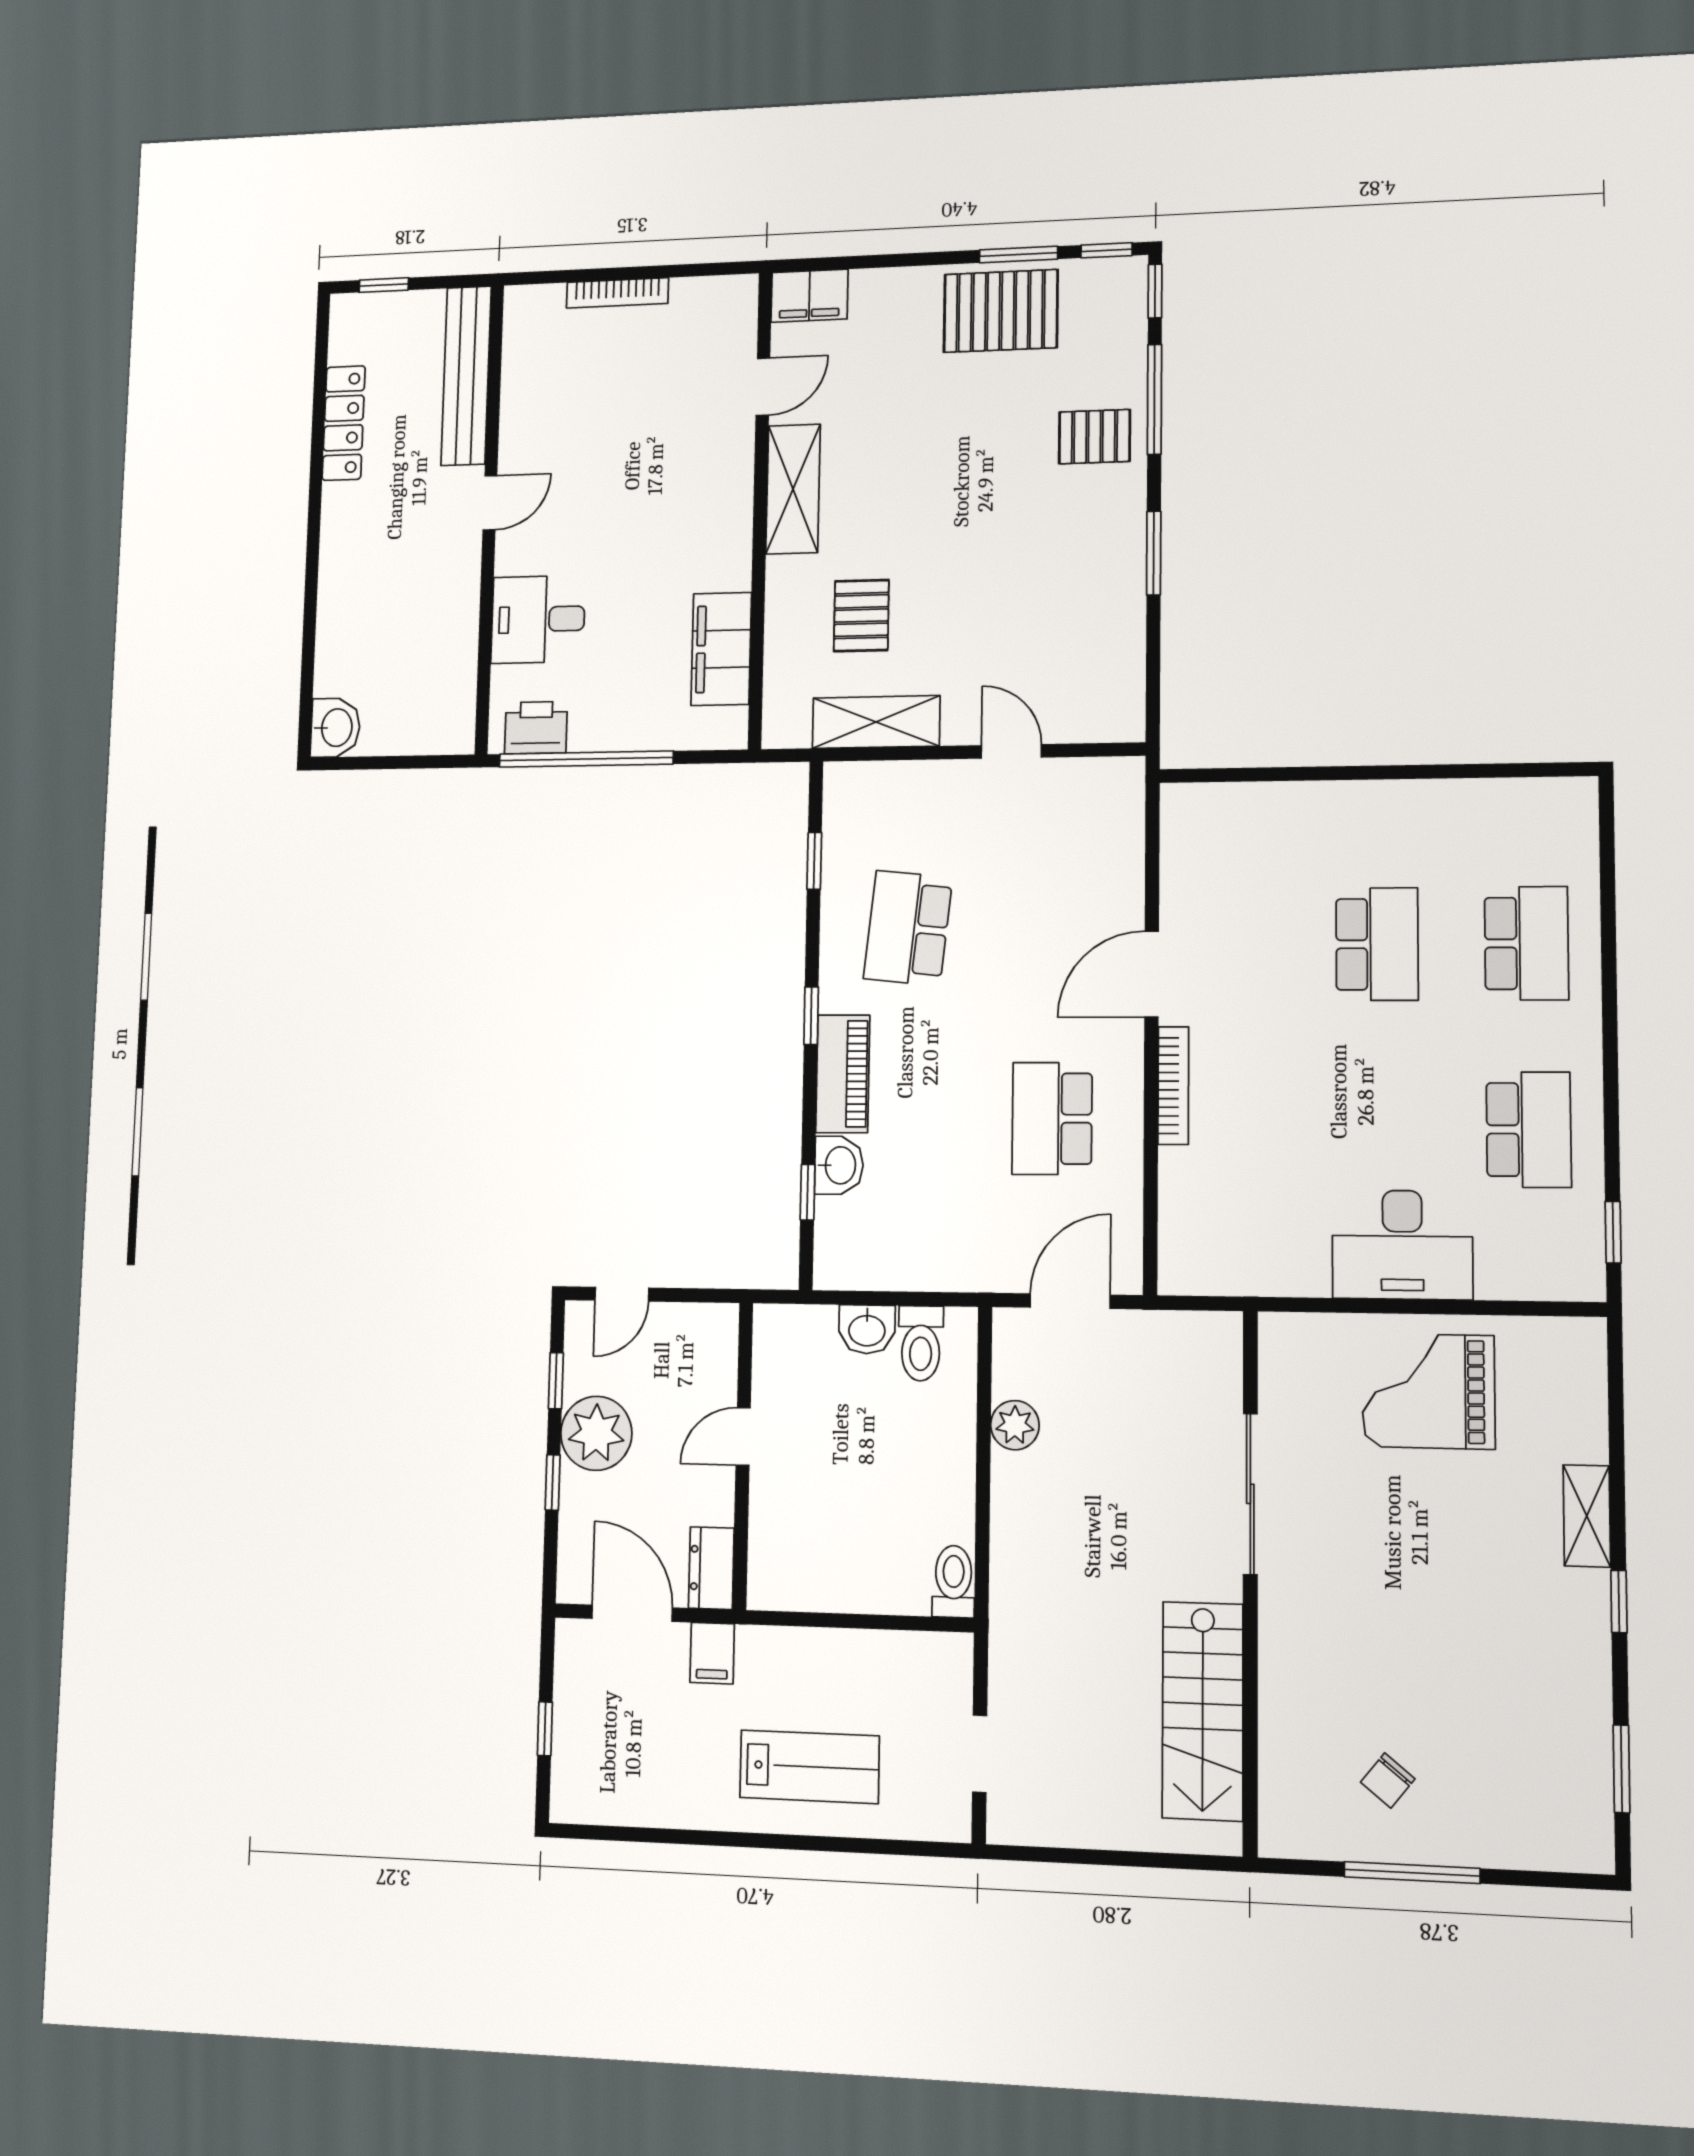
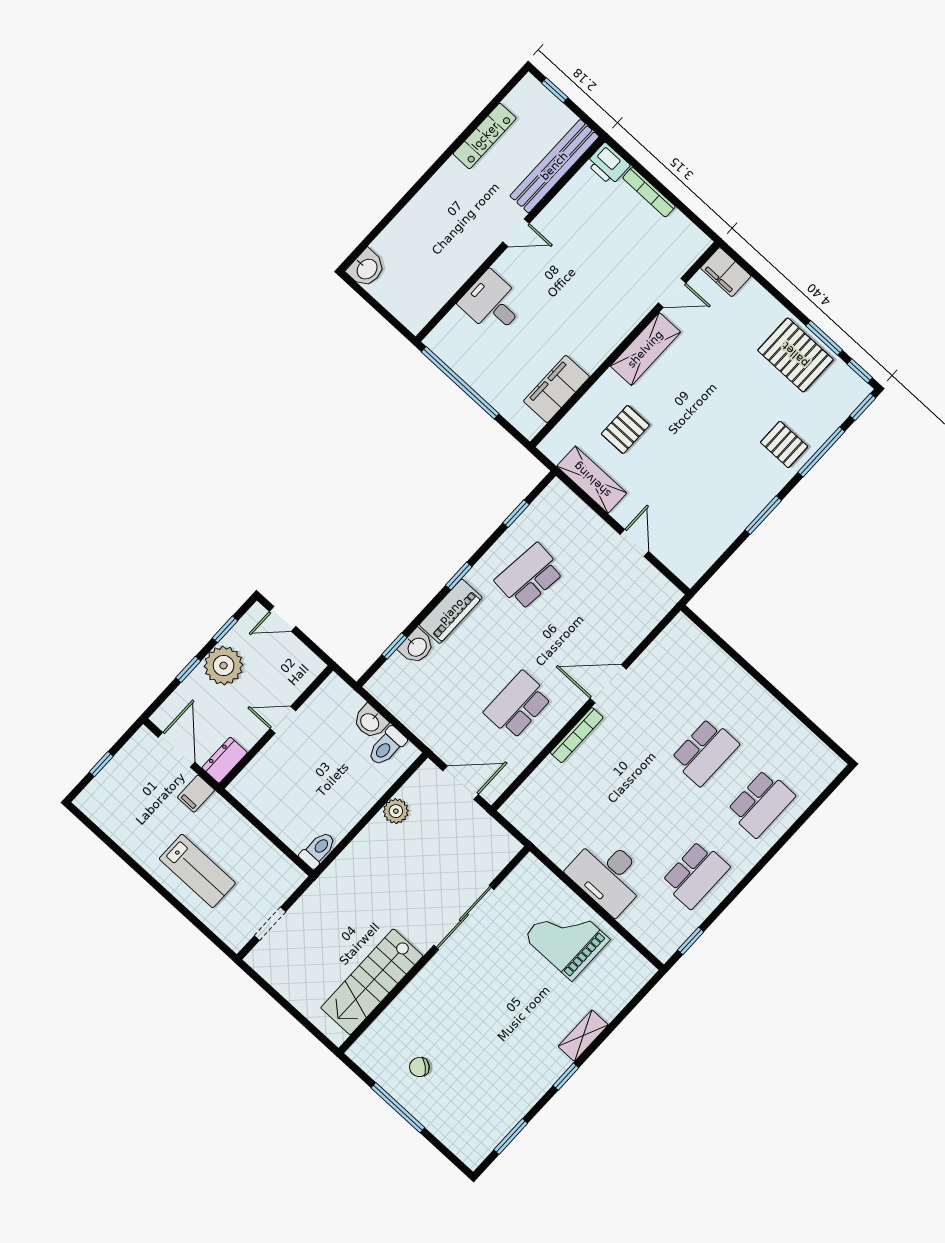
printer: (536, 728) -> (608, 164), moved, turned 180

